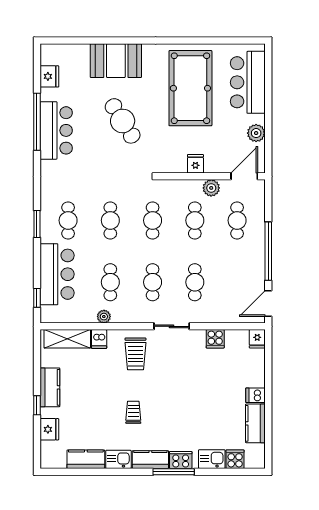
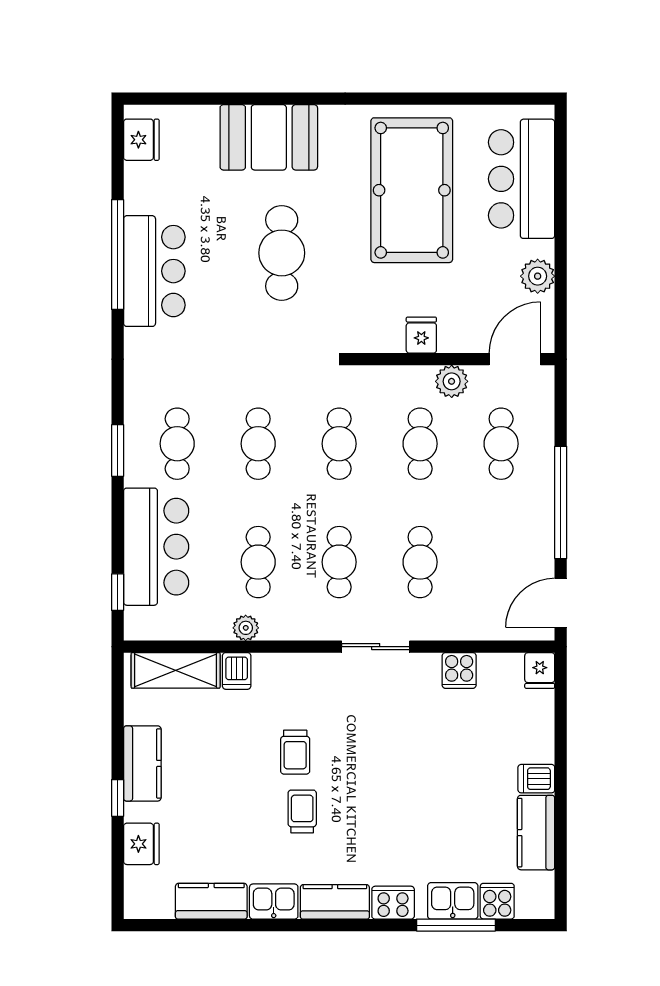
fridge: (49, 76) -> (141, 140), moved
cafe table: (123, 121) -> (282, 253), turned 32
trolley: (135, 354) -> (295, 752), moved, width x0.73, depth x0.72
window: (174, 472) -> (456, 925), moved

